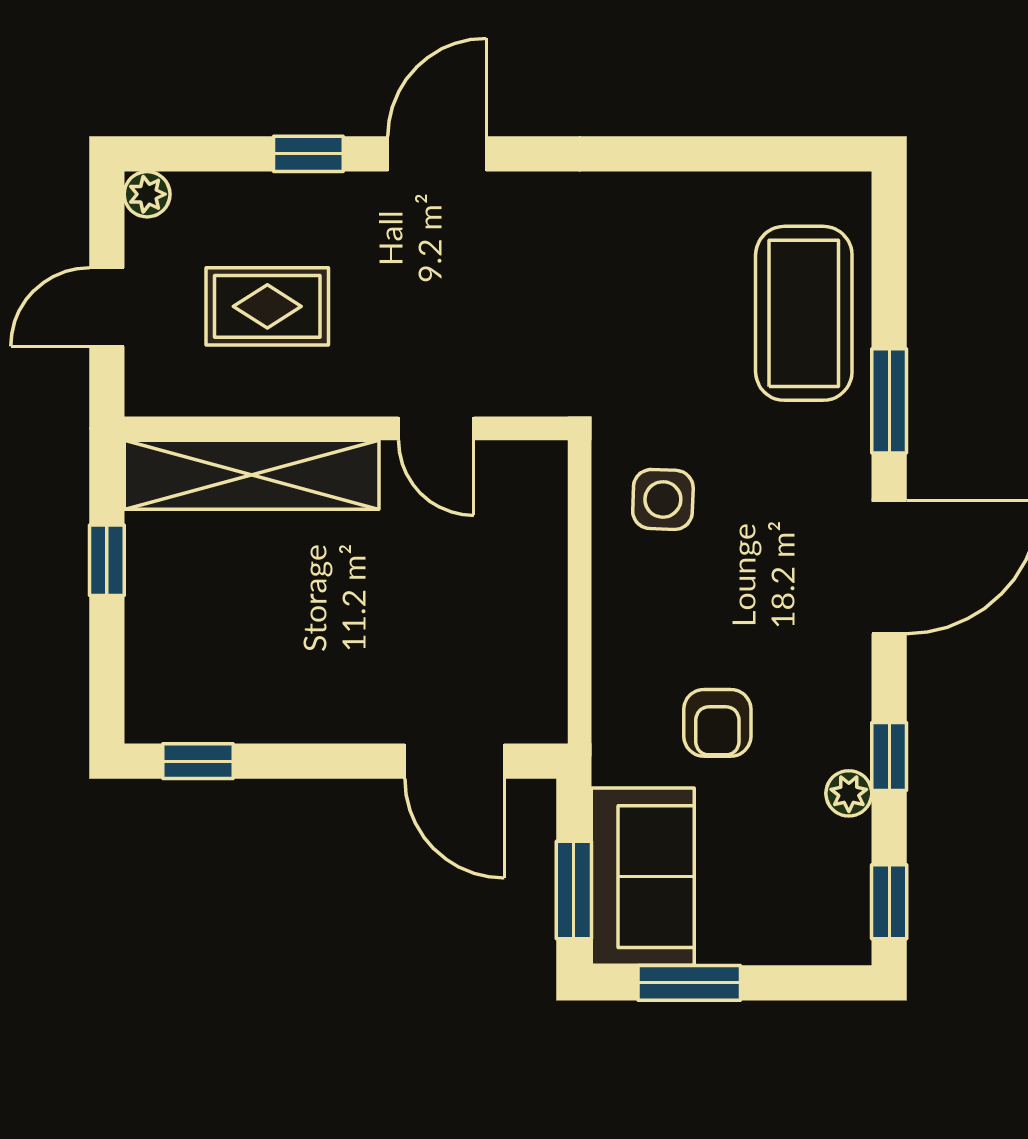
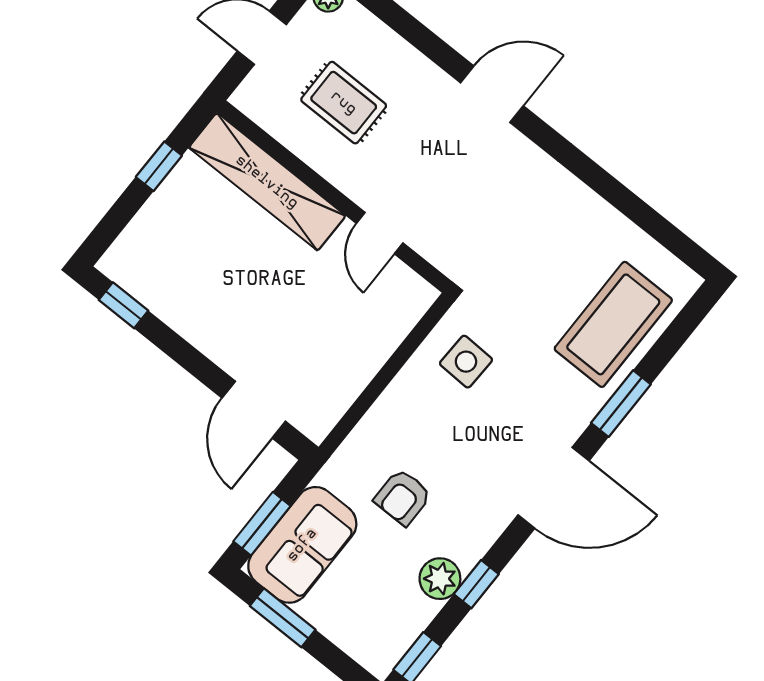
window: (308, 154) -> (427, 42), removed
plant: (849, 793) -> (440, 579), width x1.38, depth x1.38

